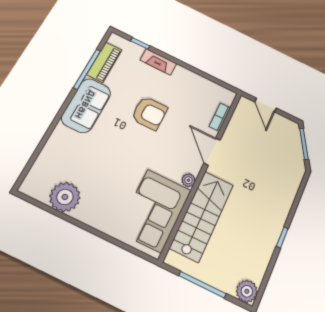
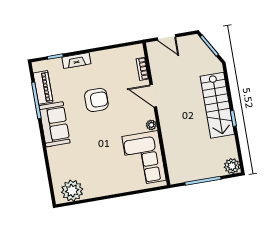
plant: (65, 197) -> (72, 191), moved
stairs: (202, 216) -> (217, 105), moved, turned 180

